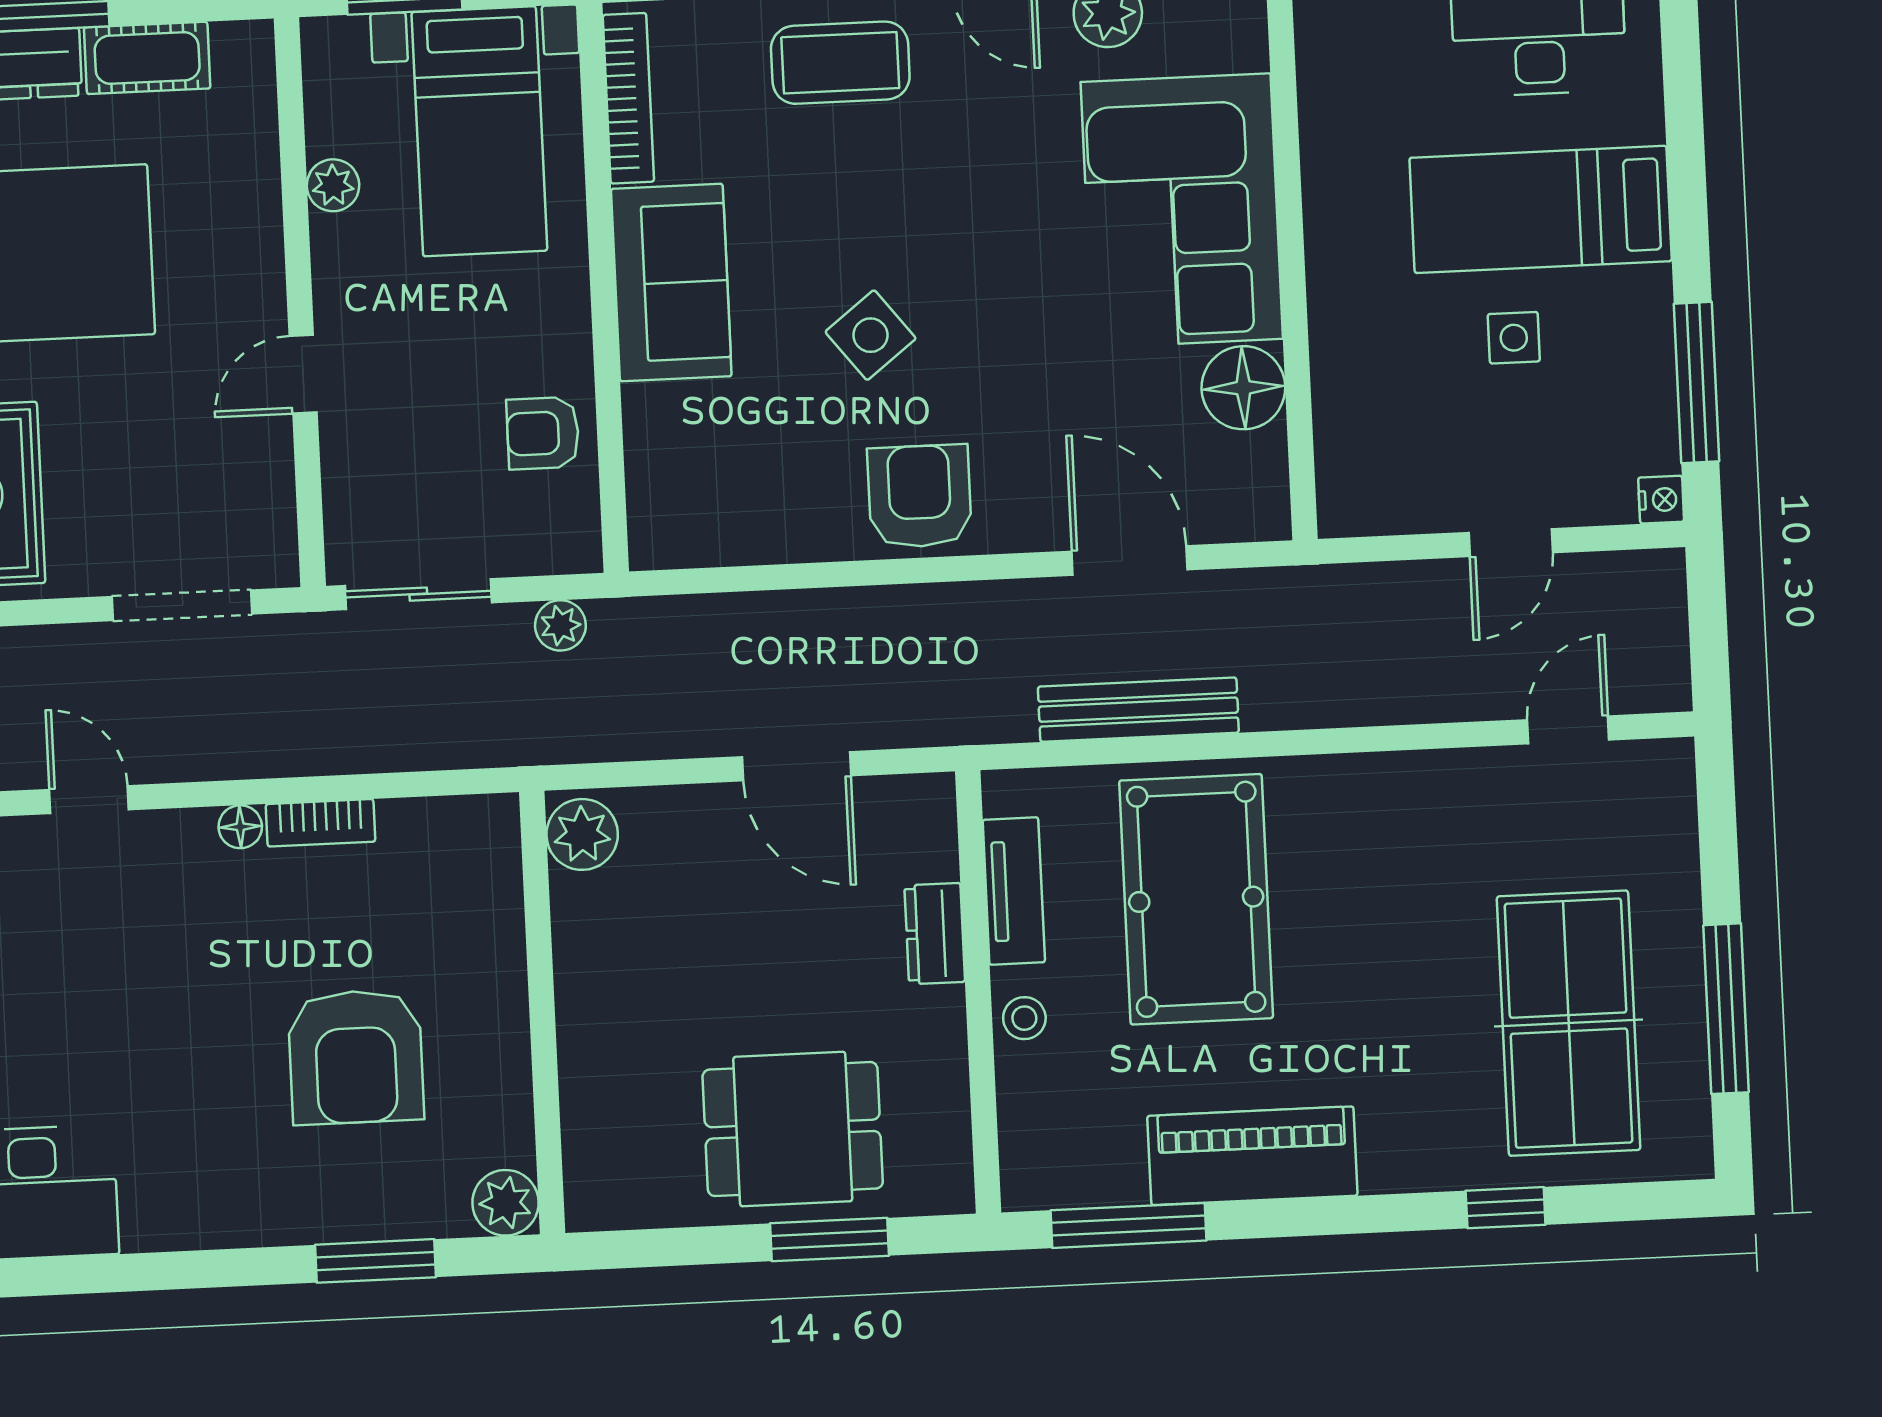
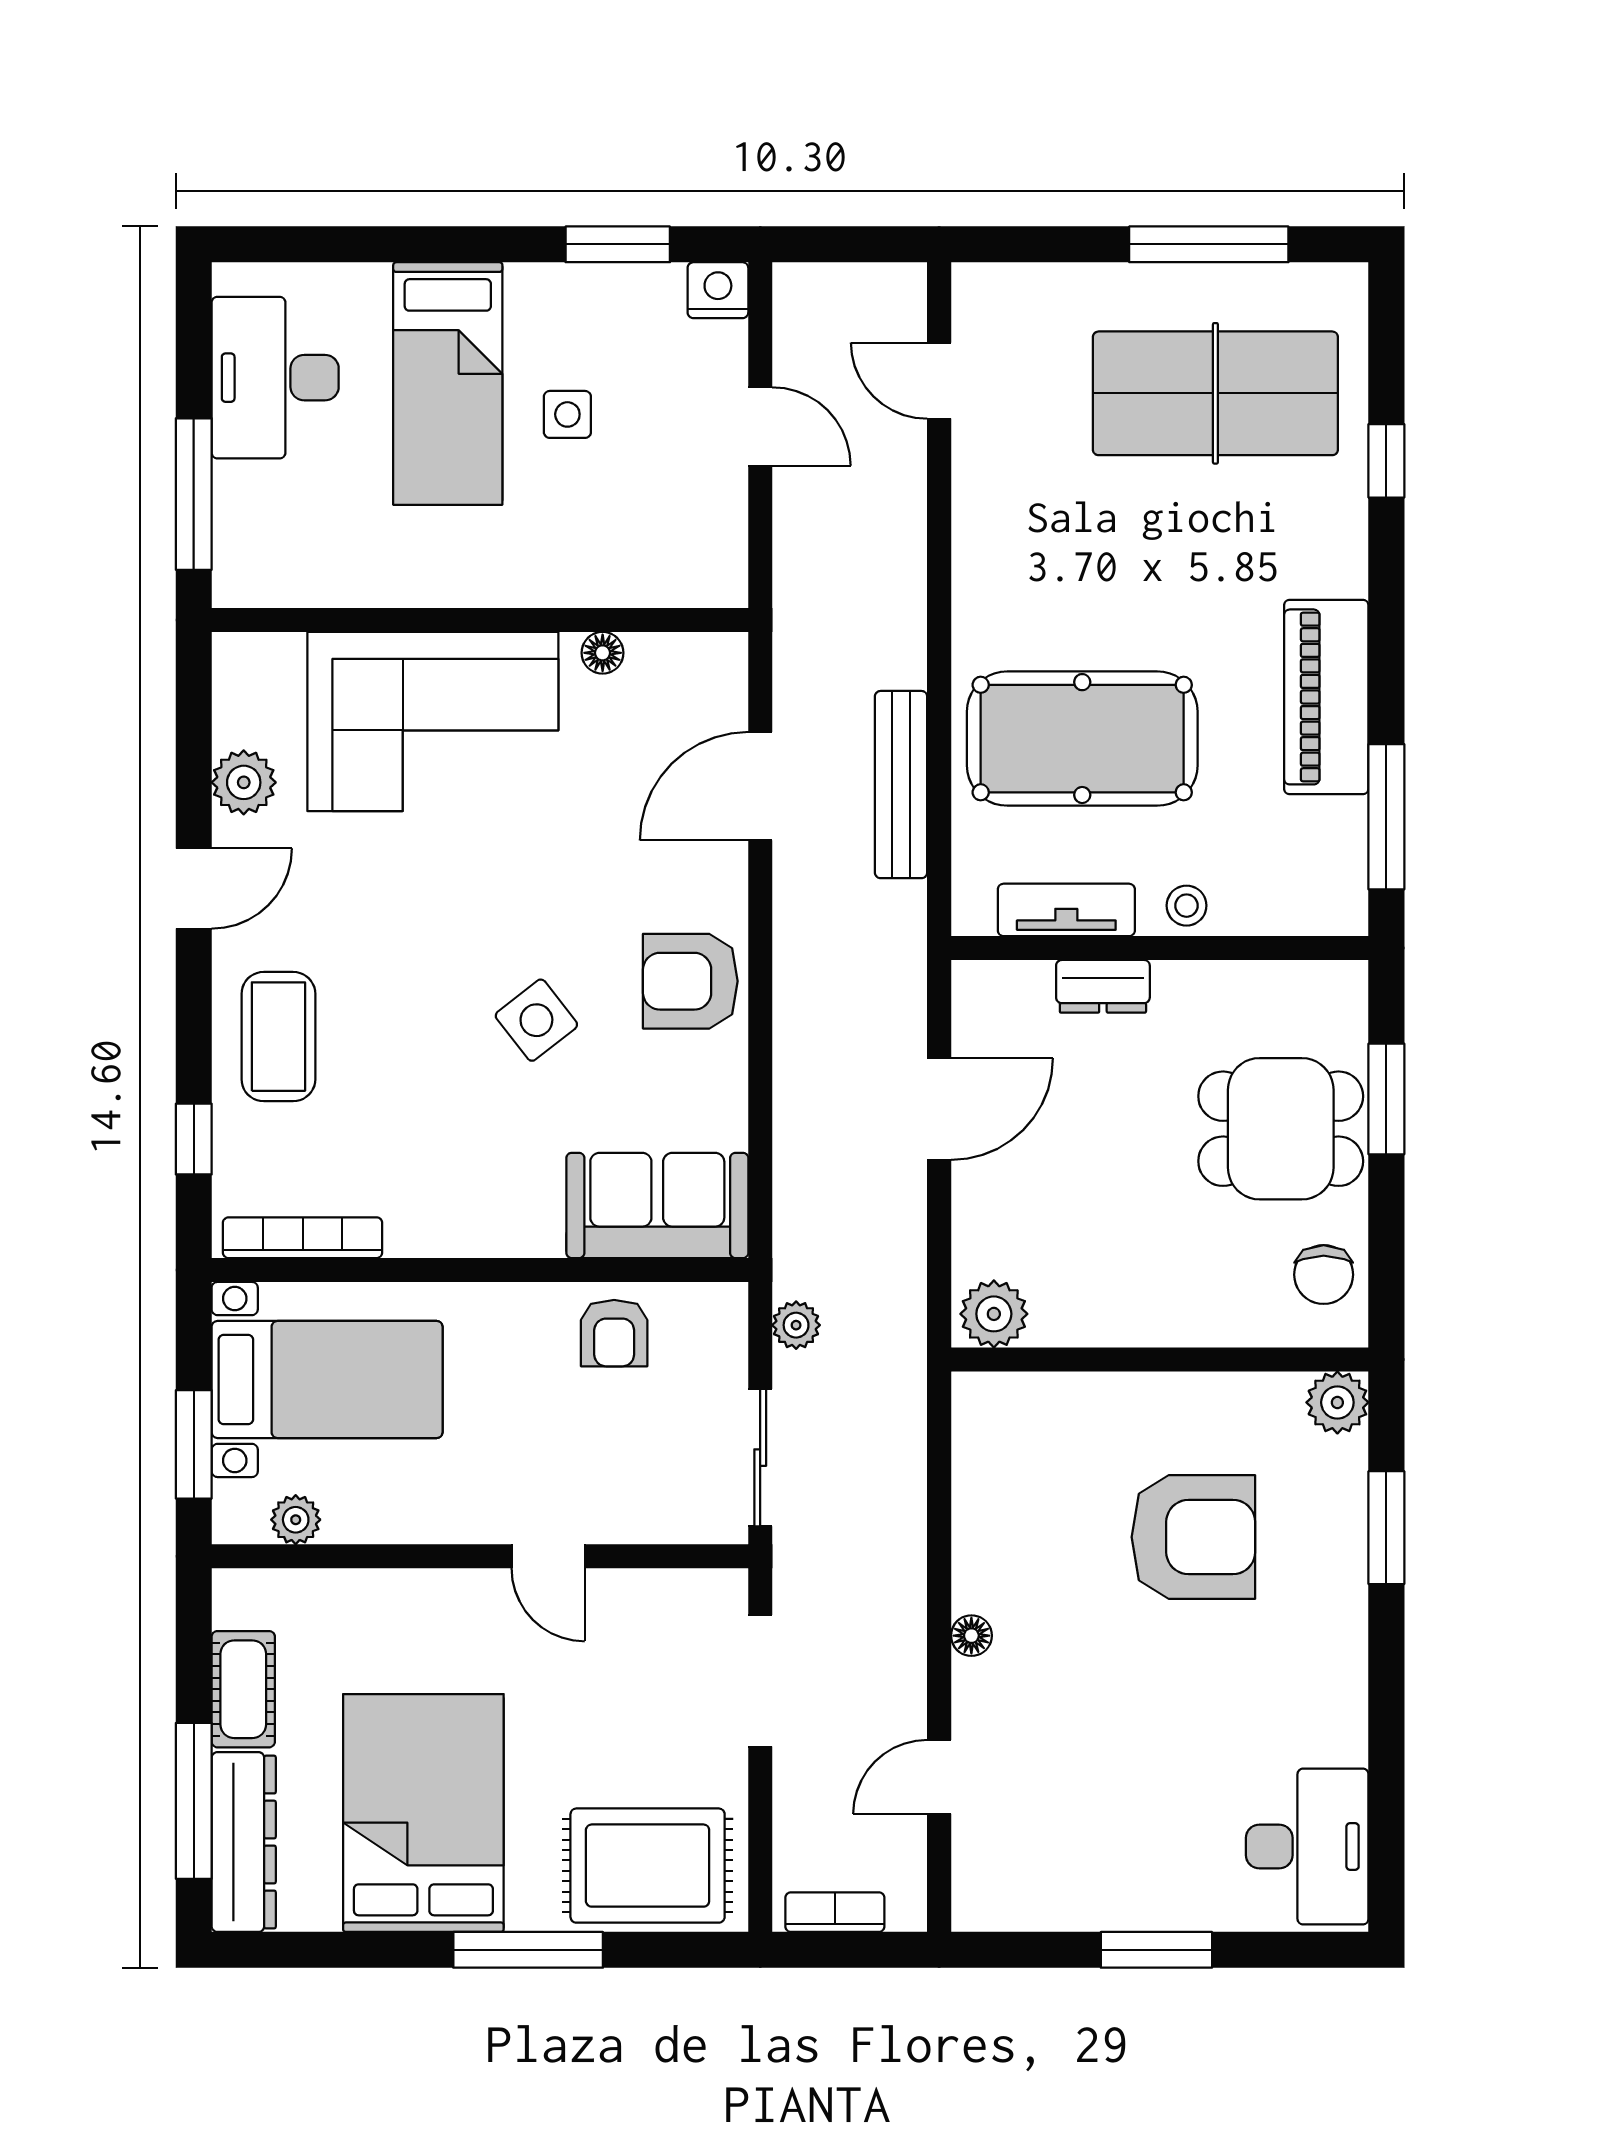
plant: (333, 185) -> (296, 1520), moved
sofa: (671, 283) -> (657, 1205), moved
window: (1696, 382) -> (618, 244), width x0.69
floor lamp: (1243, 388) -> (603, 653), width x0.53, depth x0.53
nightstand: (1661, 500) -> (718, 290), width x1.39, depth x1.35
bookcase: (321, 823) -> (971, 1560), removed
dining table: (793, 1129) -> (1281, 1129), turned 90
chair: (640, 1182) -> (1324, 1275), added

